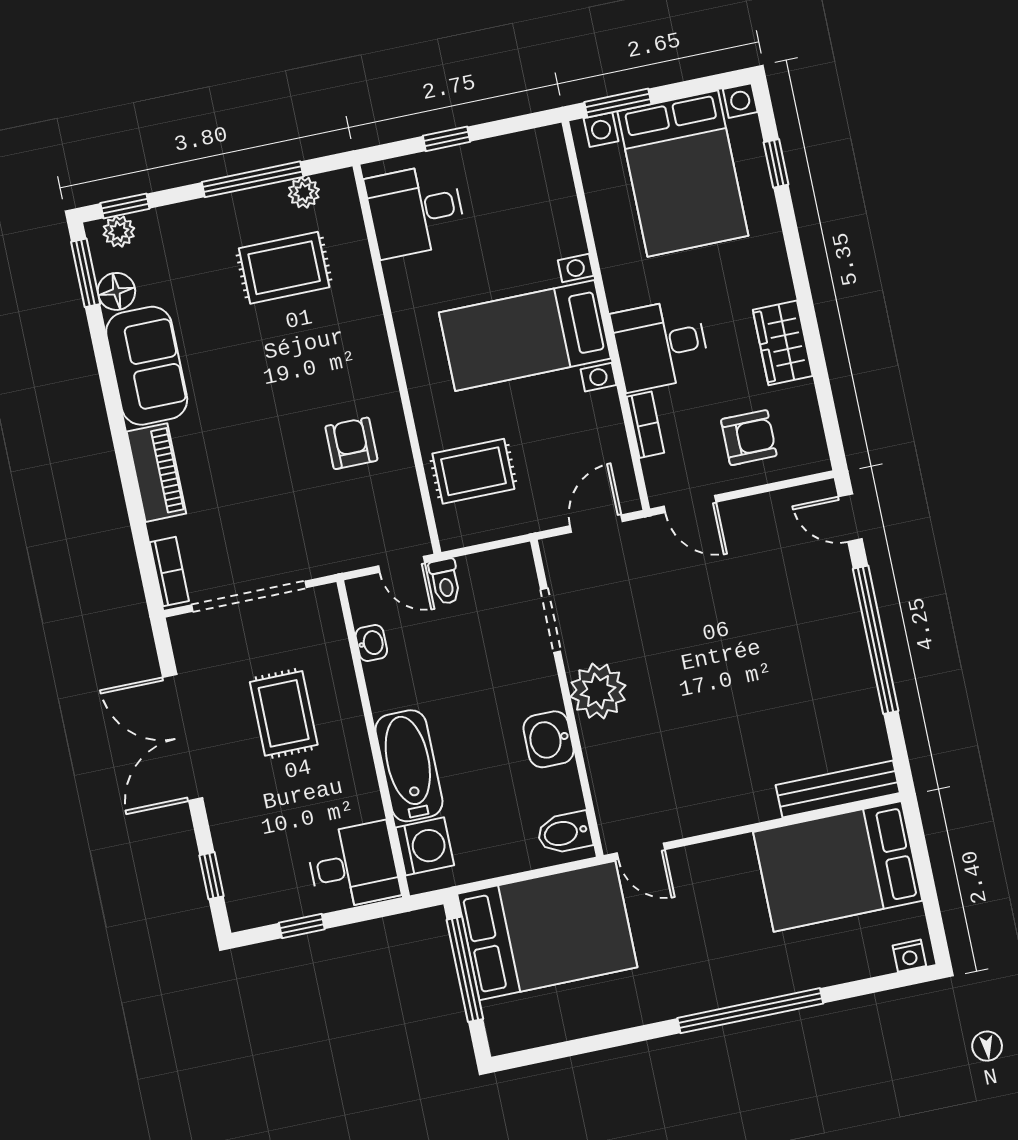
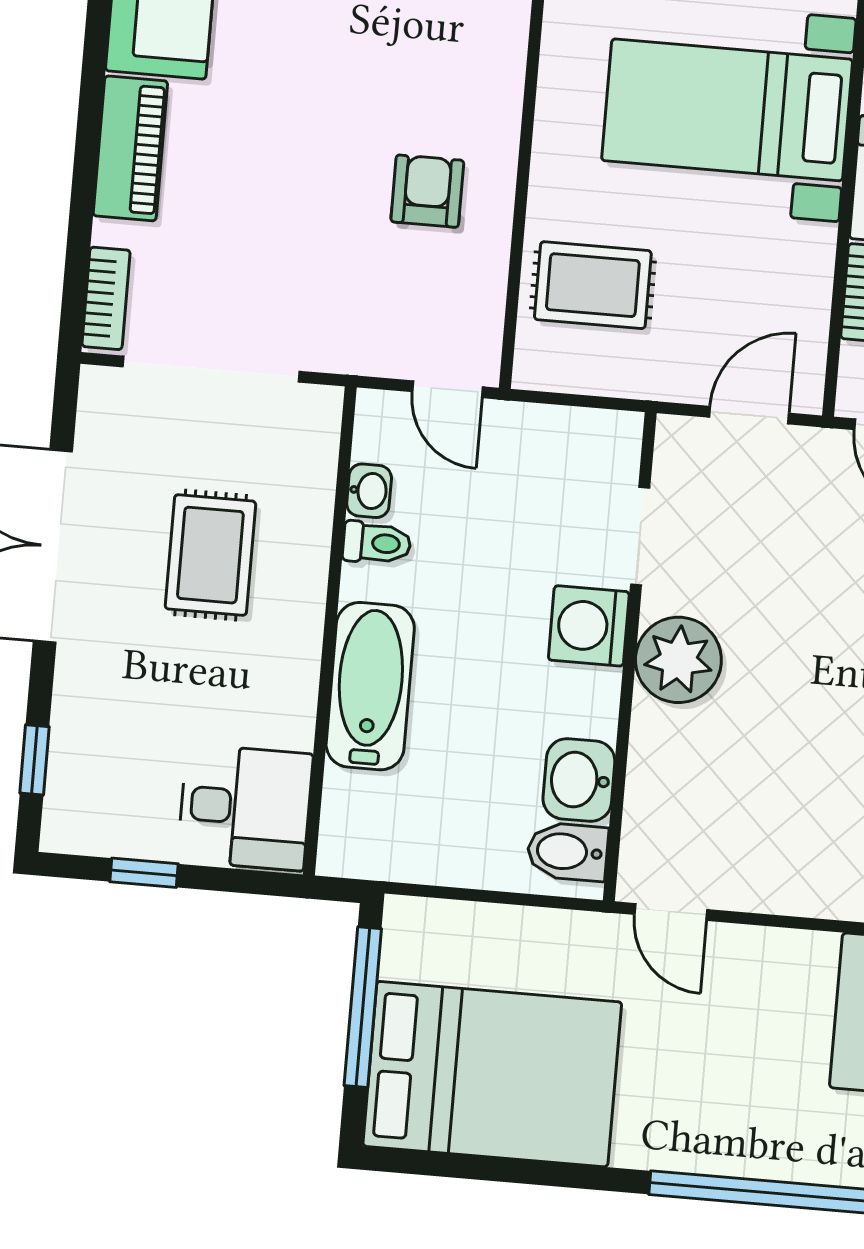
toilet: (445, 582) -> (377, 543), moved, turned -90
washbasin: (548, 739) -> (579, 780), moved
washing machine: (425, 846) -> (589, 626), moved, turned 180
bed: (547, 930) -> (492, 1074), moved

